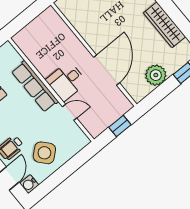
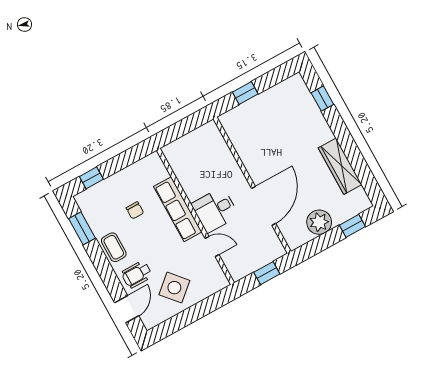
water cooler: (29, 184) -> (150, 320), removed

